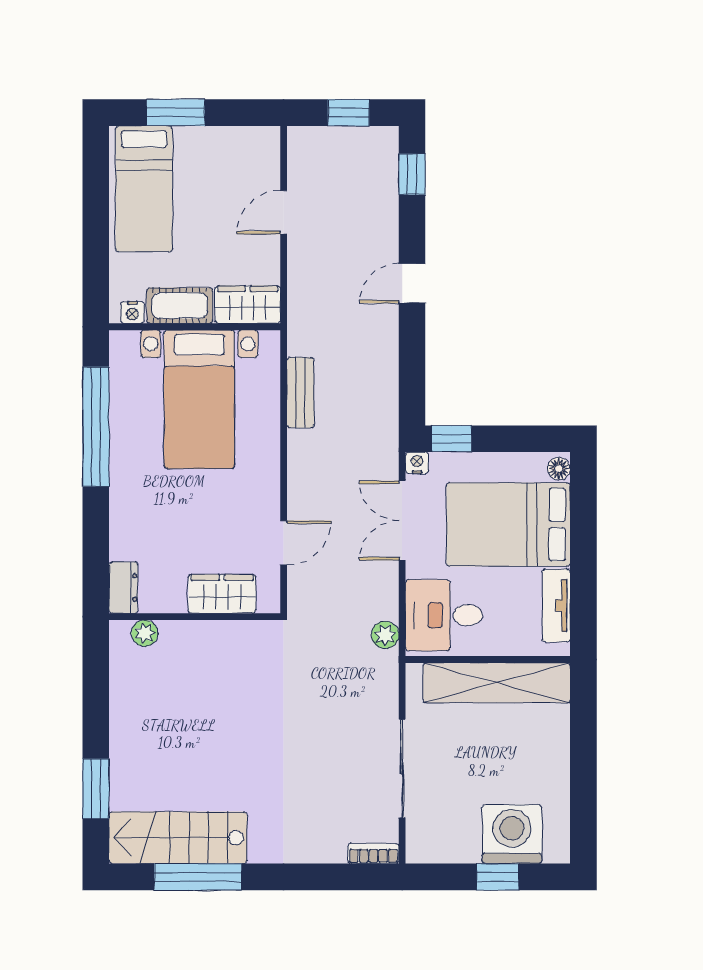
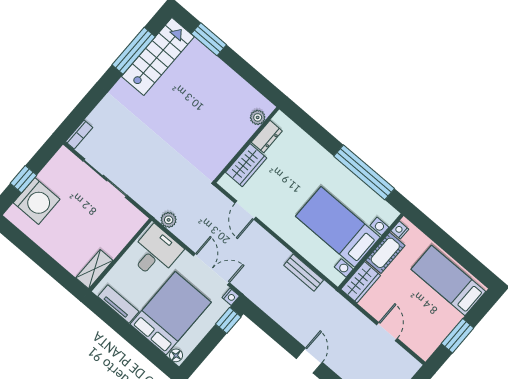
window: (176, 113) -> (458, 336), moved
dresser: (123, 588) -> (267, 137), moved, turned -90
shelving: (497, 683) -> (94, 269), width x0.45, depth x0.75

